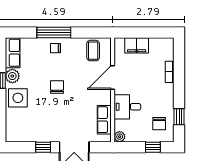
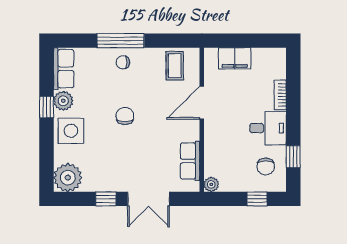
desk: (127, 107) -> (268, 128), moved, turned 180
plant: (16, 132) -> (68, 178), added

